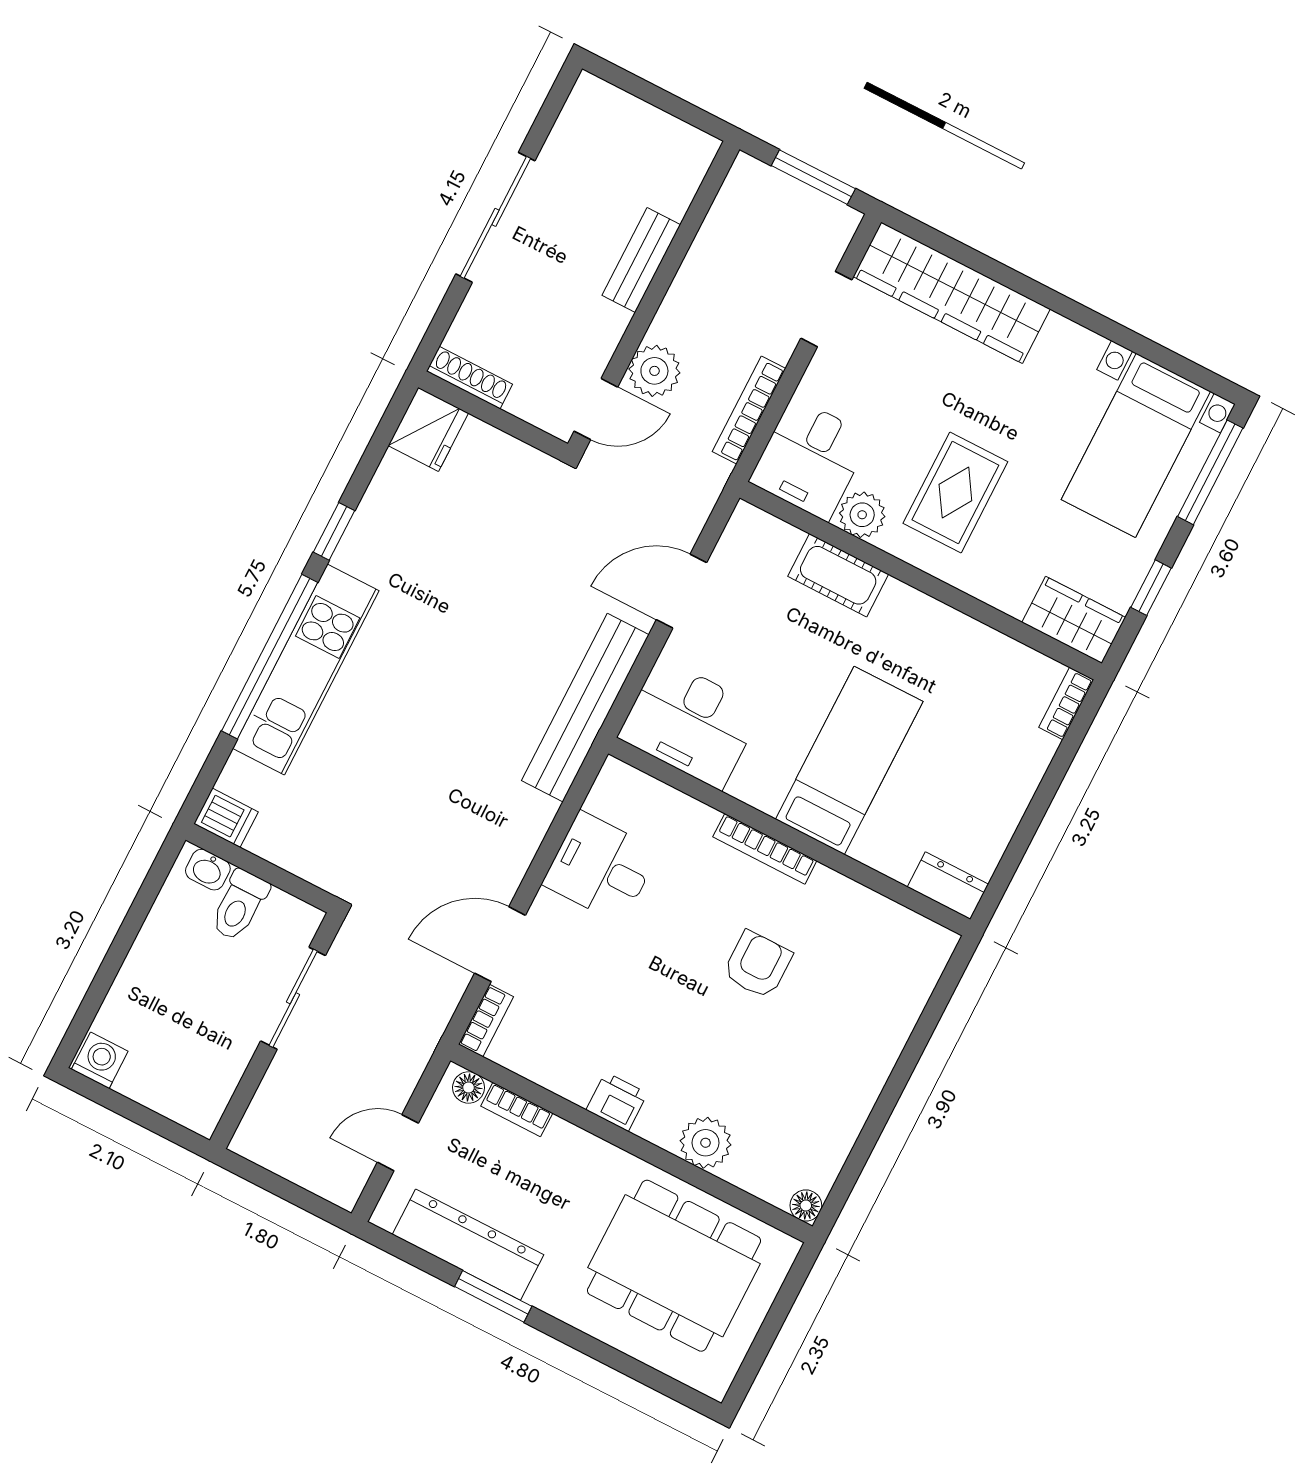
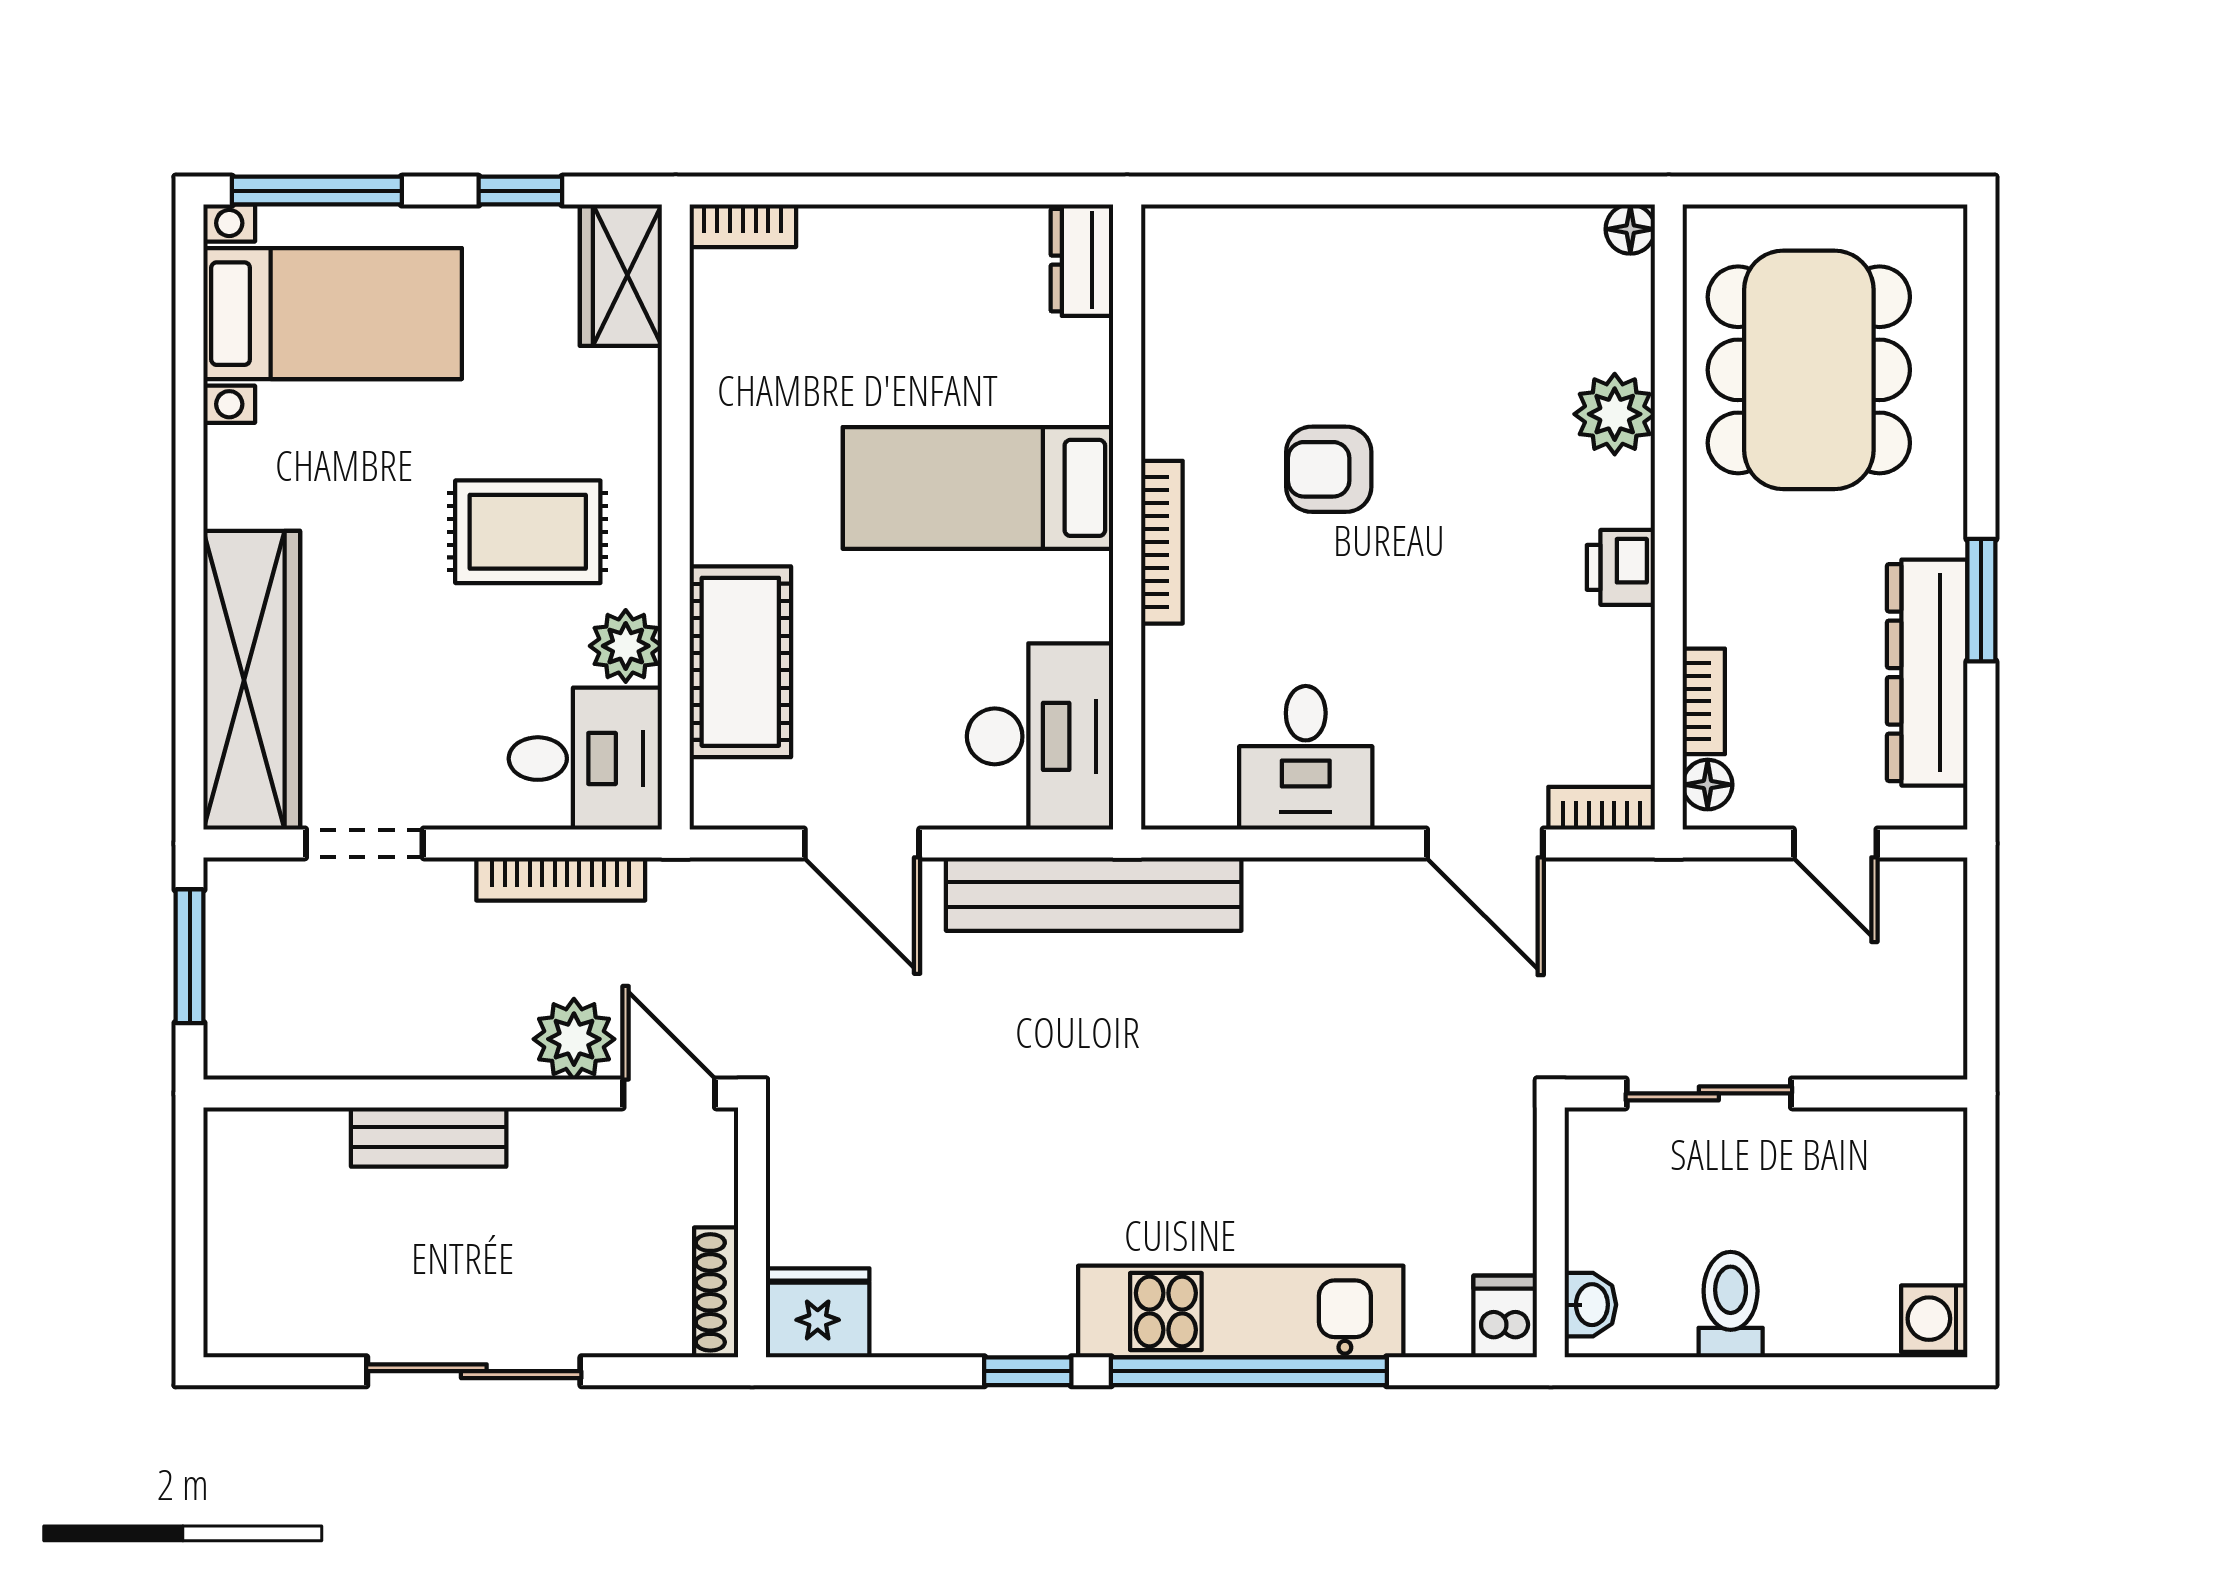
cot: (838, 575) -> (740, 662), width x1.37, depth x1.34
toilet: (239, 905) -> (1731, 1305), moved, turned -90

